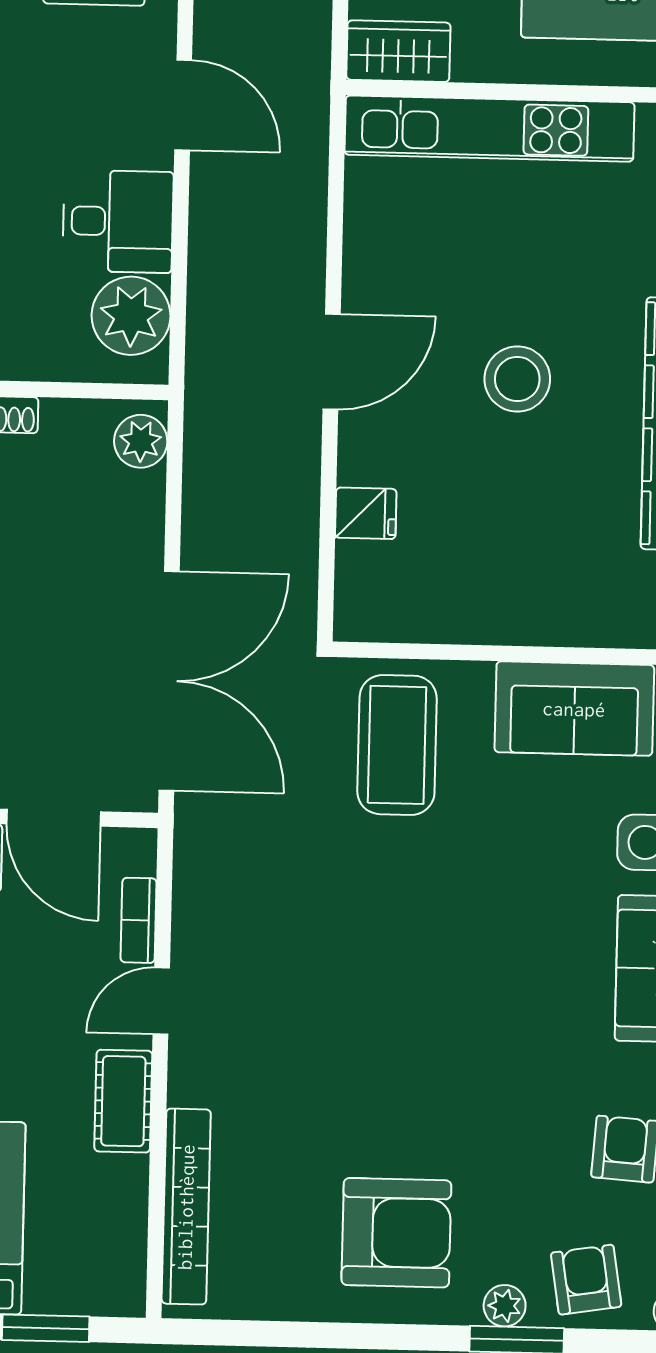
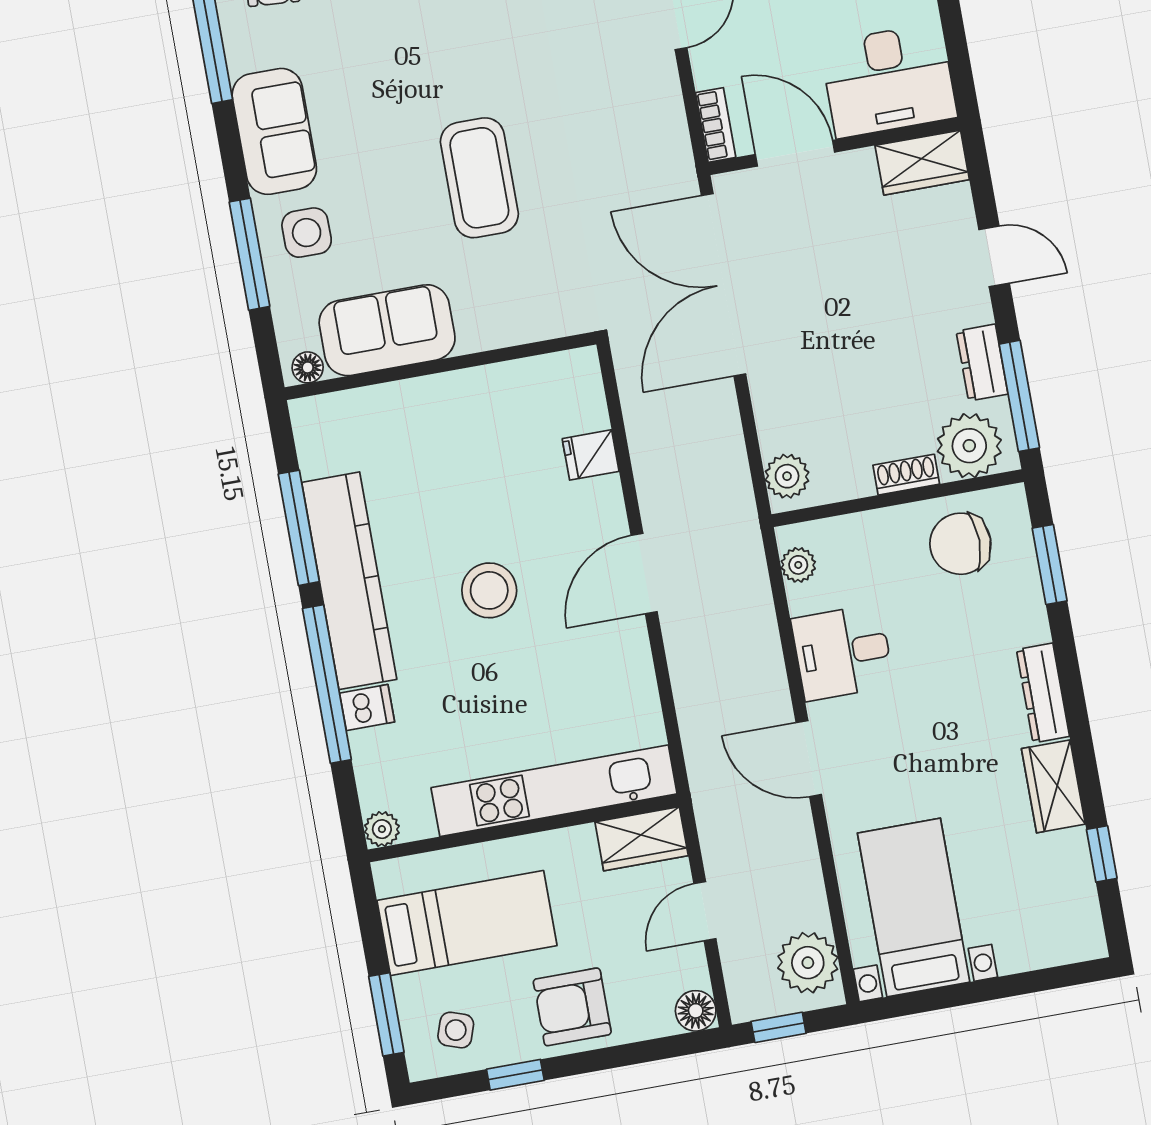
plant: (131, 316) -> (798, 565), width x0.53, depth x0.53
coffee table: (397, 745) -> (479, 178), moved
bookcase: (139, 920) -> (716, 125), moved

